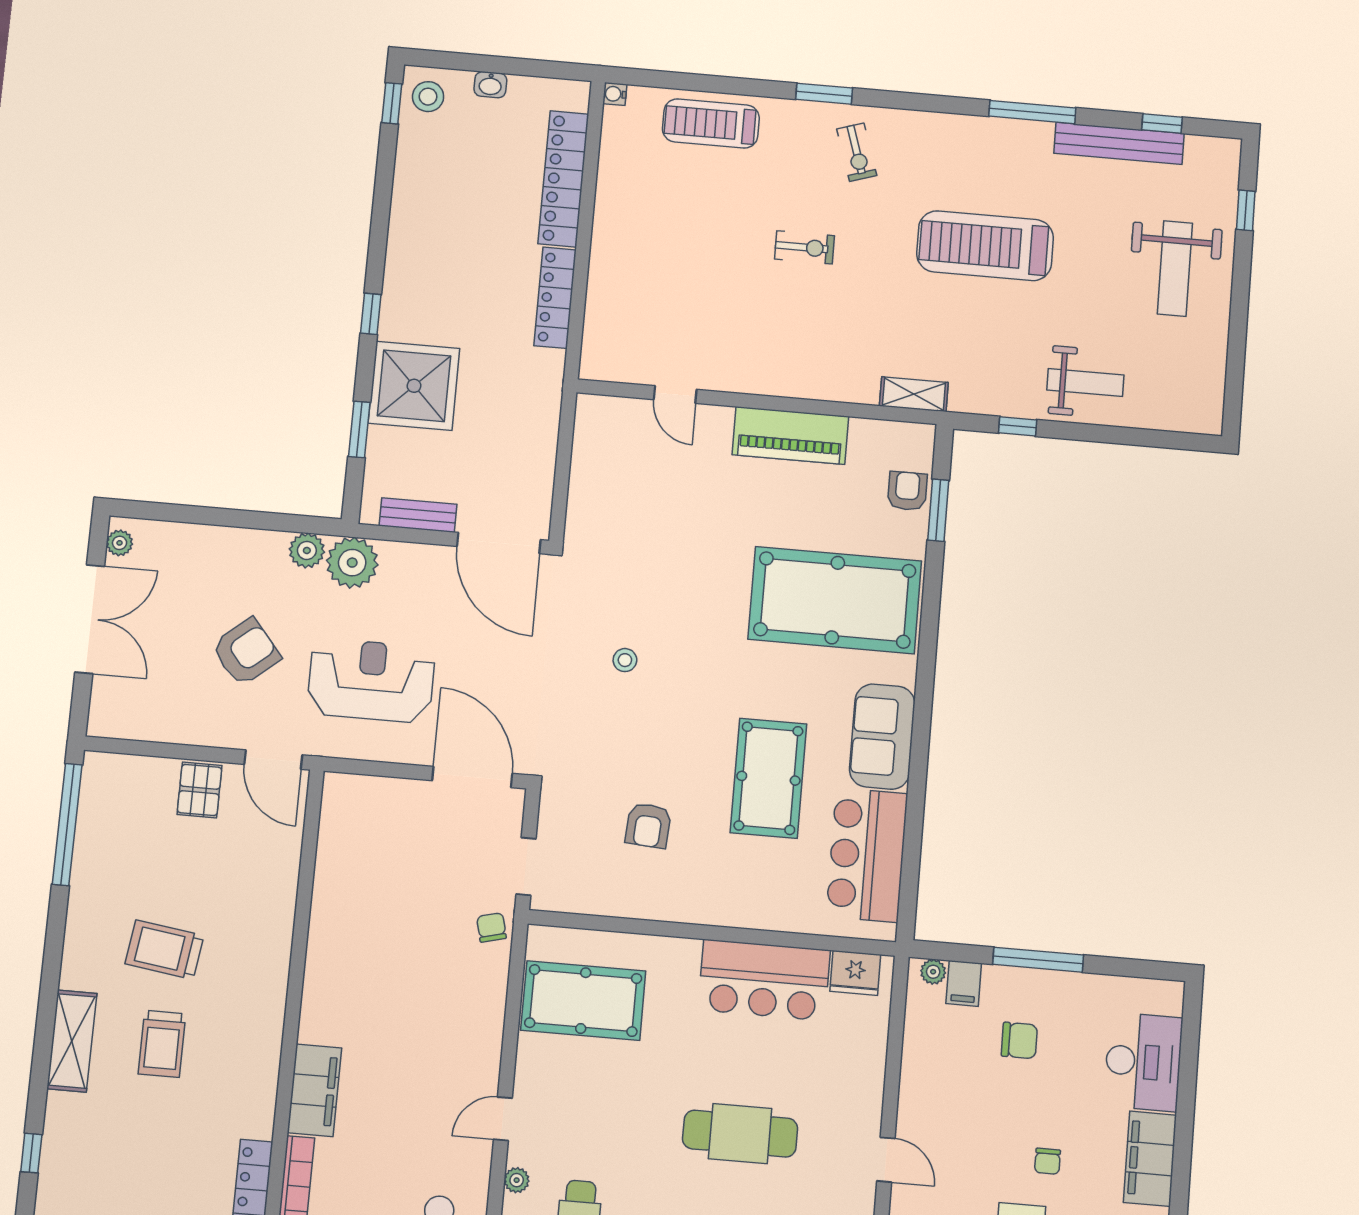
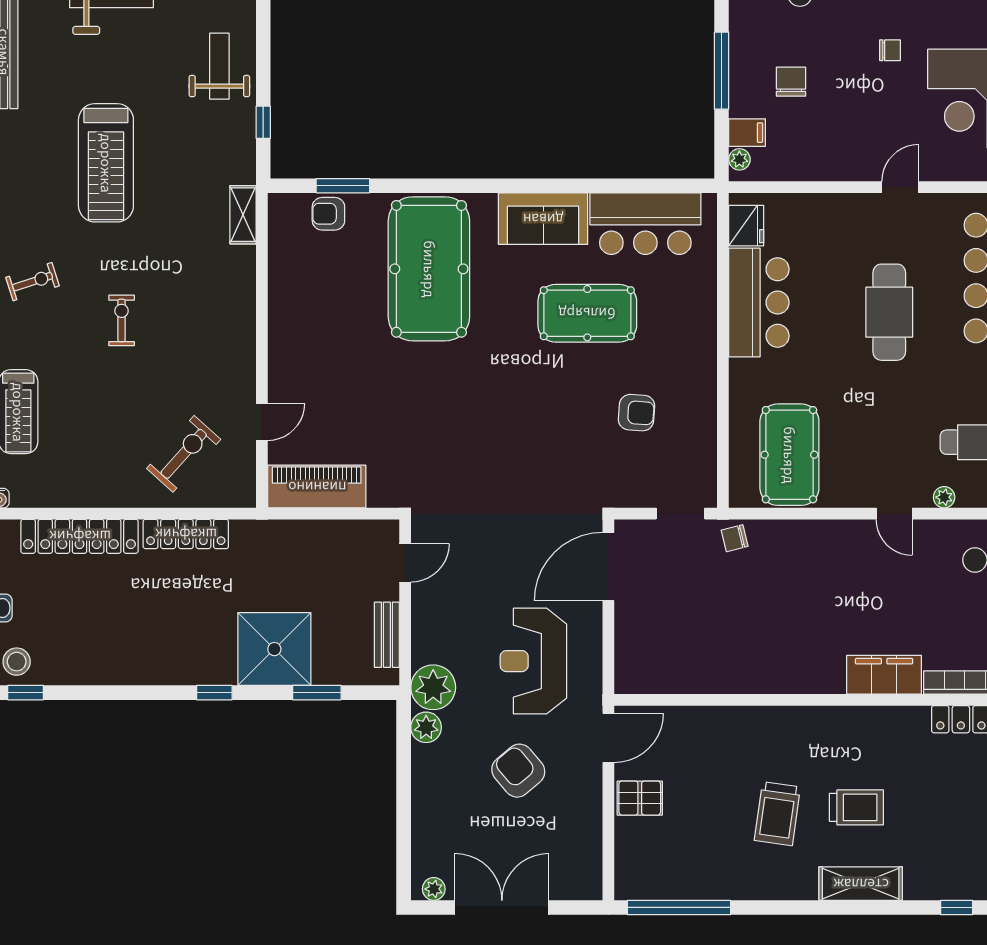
exercise bike: (647, 303) -> (184, 454), added
piano: (790, 436) -> (317, 487), moved, turned -90
door: (499, 543) -> (405, 563), width x0.53
stool: (625, 660) -> (497, 445), removed

